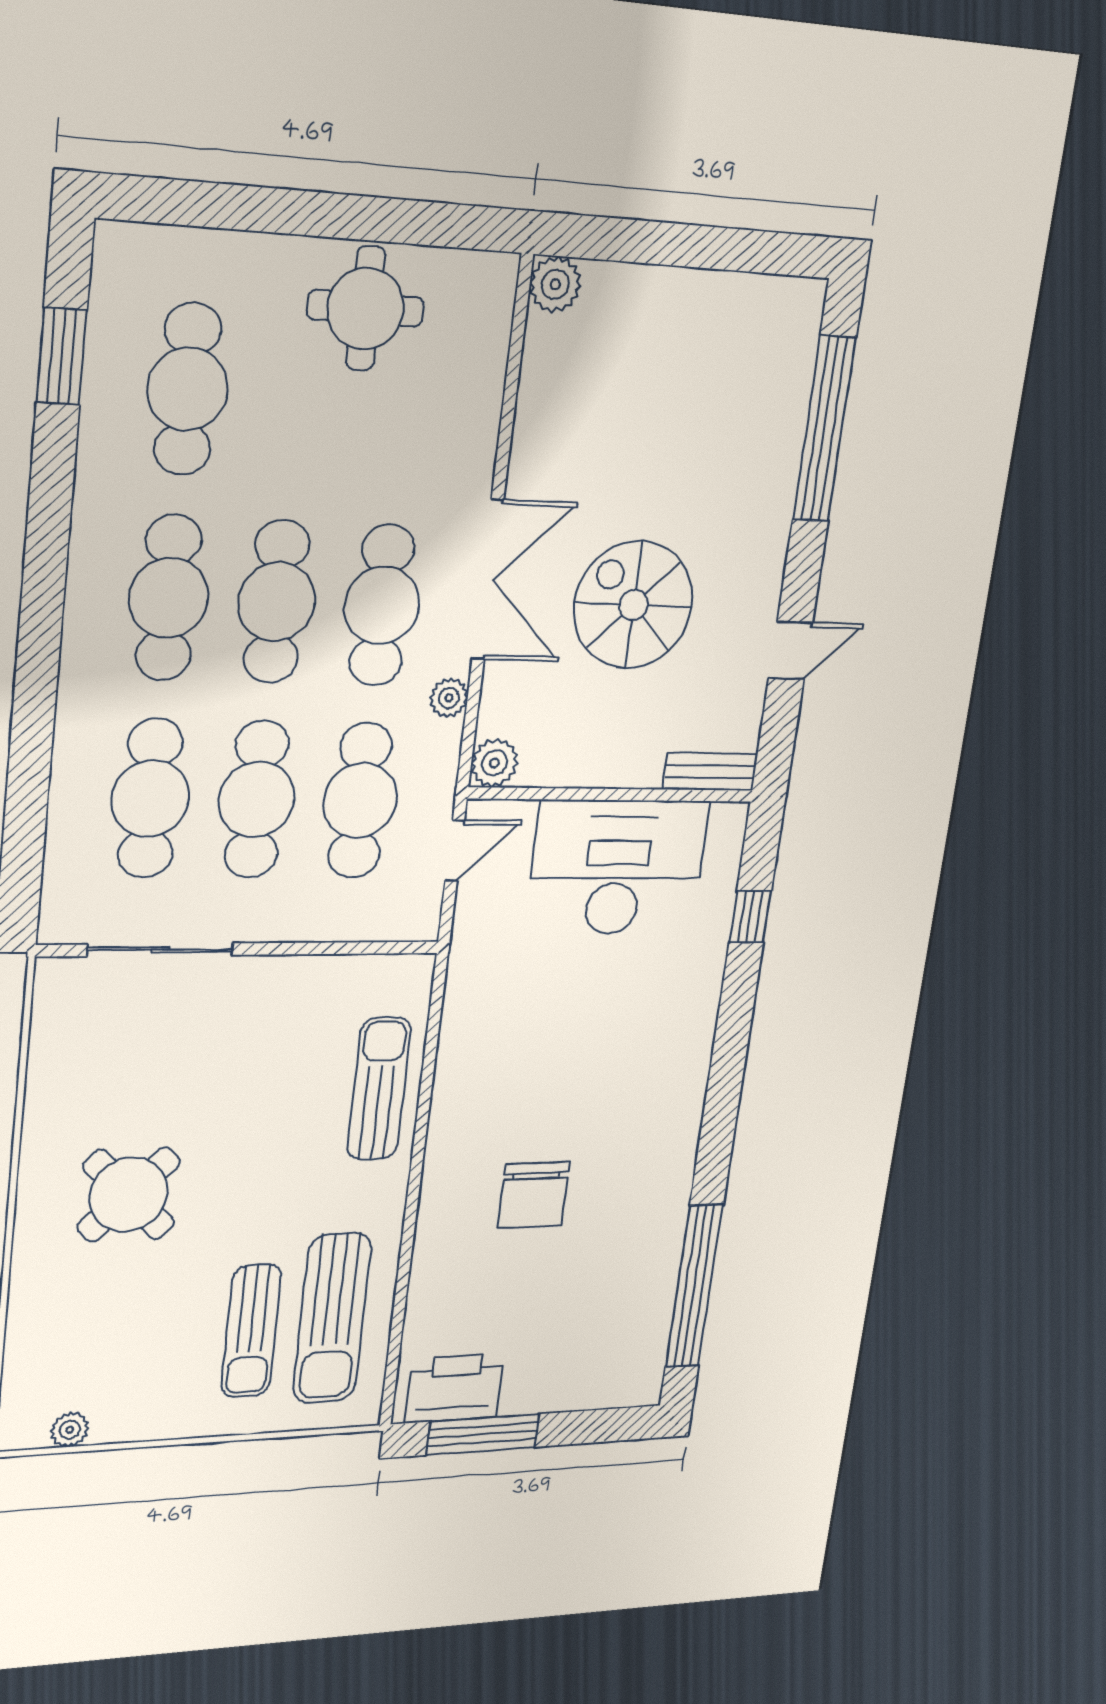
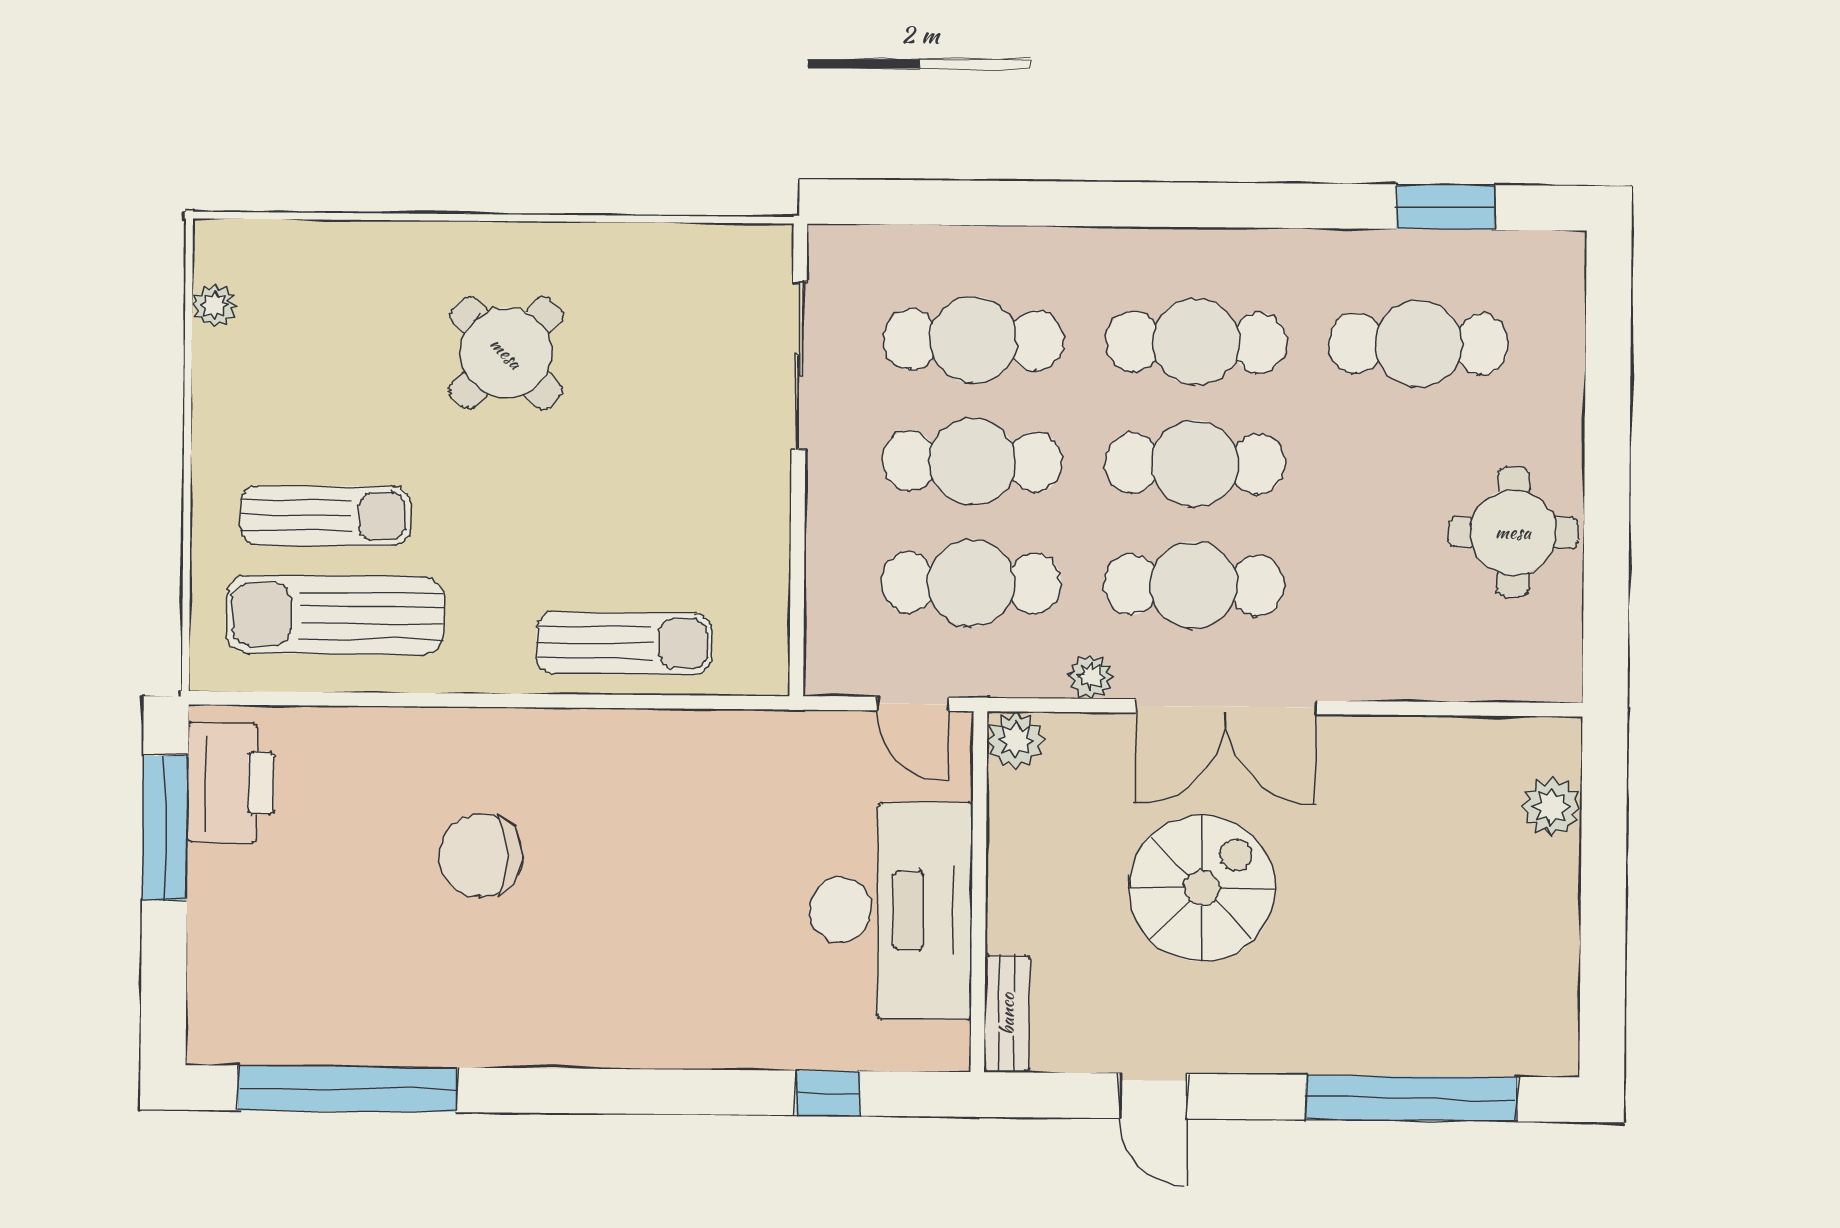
plant: (555, 284) -> (1552, 806), moved
sun lounger: (251, 1331) -> (325, 515), turned 180

